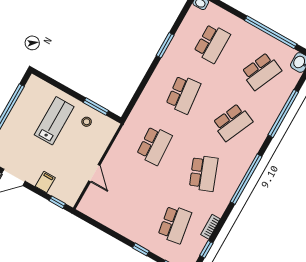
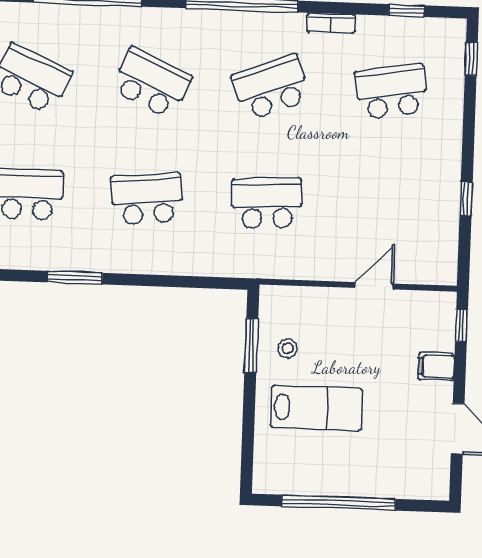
lab bench: (54, 121) -> (317, 408), turned 180
bookcase: (211, 227) -> (331, 23), moved
window: (141, 249) -> (466, 199), moved

